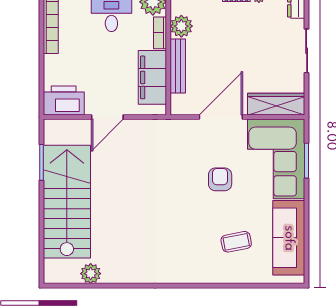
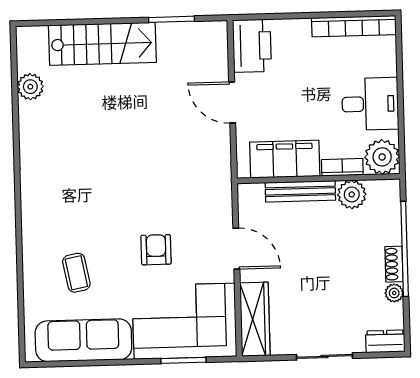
door: (221, 117) -> (236, 249), width x0.73
armchair: (220, 179) -> (156, 250), turned -90
stairs: (67, 202) -> (102, 44), width x0.73, depth x0.66

